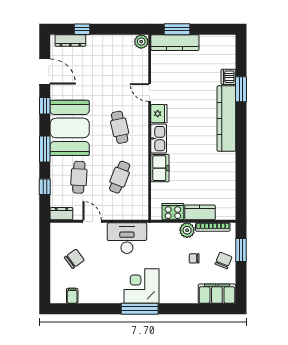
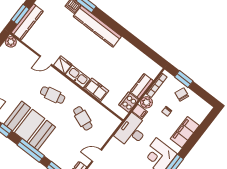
window: (45, 149) -> (31, 150), width x1.44
cafe table: (79, 177) -> (64, 143), removed
filing cabinet: (172, 231) -> (140, 111), added
desk: (127, 238) -> (132, 131), moved
filing cabinet: (217, 294) -> (185, 132), moved

